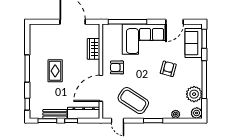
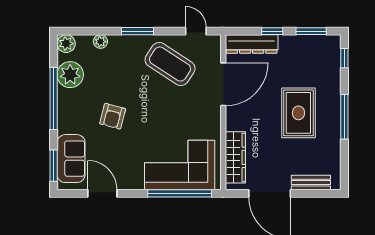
door: (174, 22) -> (102, 193), hinge flipped
corner sofa: (144, 39) -> (180, 165), moved
wardrobe: (94, 49) -> (235, 157), width x1.50
armchair: (117, 67) -> (197, 118), removed
rug: (55, 71) -> (298, 113), width x1.36, depth x1.43
bench: (55, 114) -> (311, 183), moved

